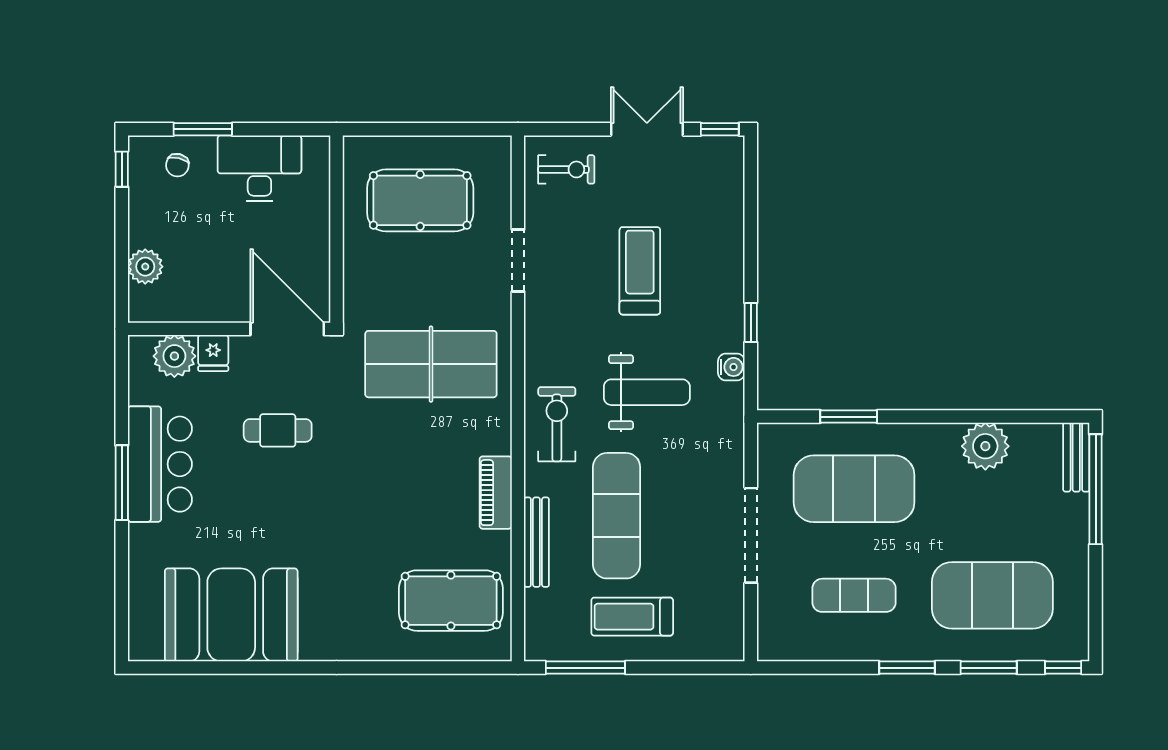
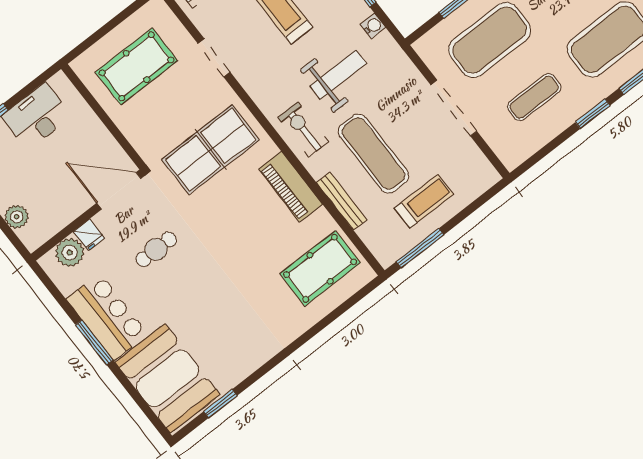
piano: (496, 493) -> (291, 187), width x1.37, depth x1.33
booth: (231, 615) -> (168, 378), moved, turned 90
treadmill: (632, 617) -> (424, 201), turned 180
window: (213, 668) -> (220, 404), added

